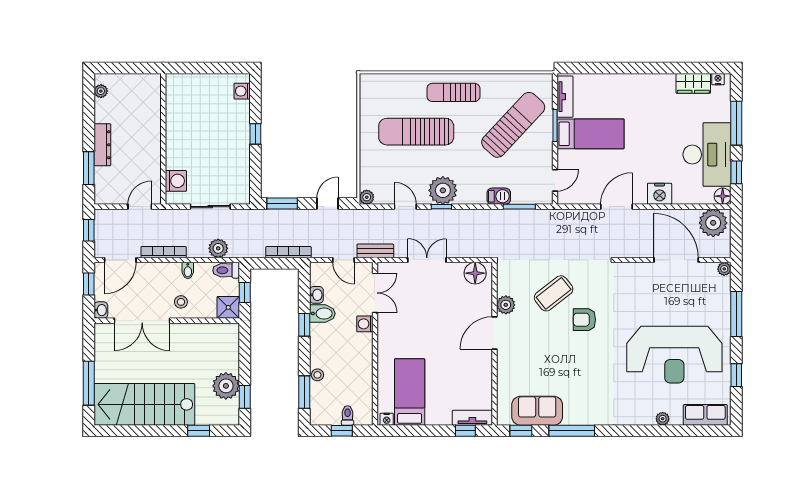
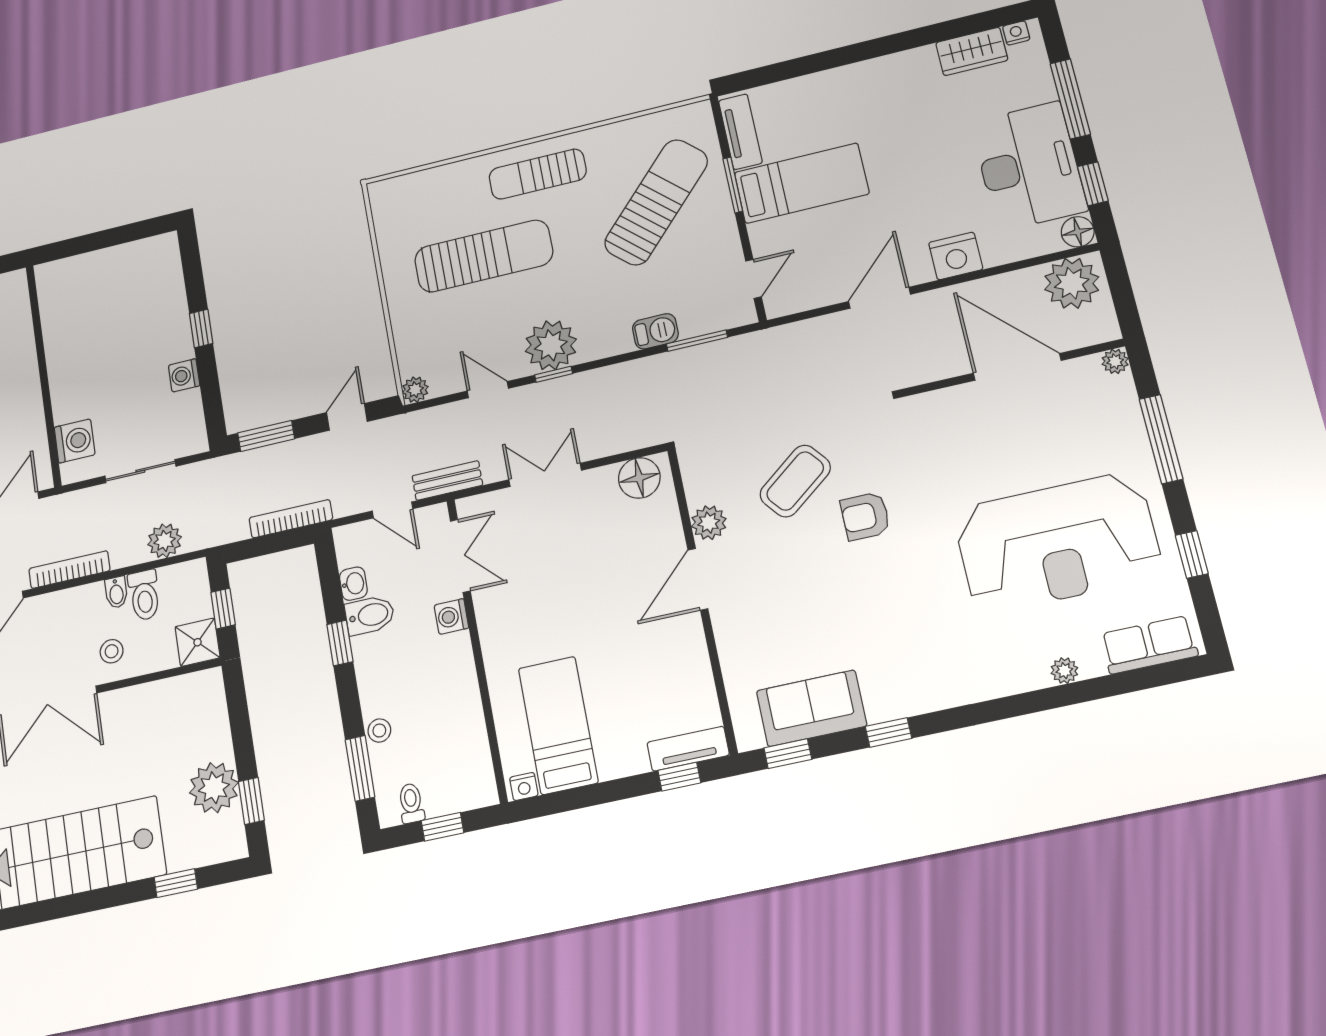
washing machine: (242, 91) -> (184, 375), moved
sun lounger: (416, 132) -> (484, 256), turned 180
toilet: (226, 270) -> (144, 595), moved, turned -90
toilet: (348, 415) -> (411, 803), moved
window: (572, 431) -> (888, 732), width x0.46

